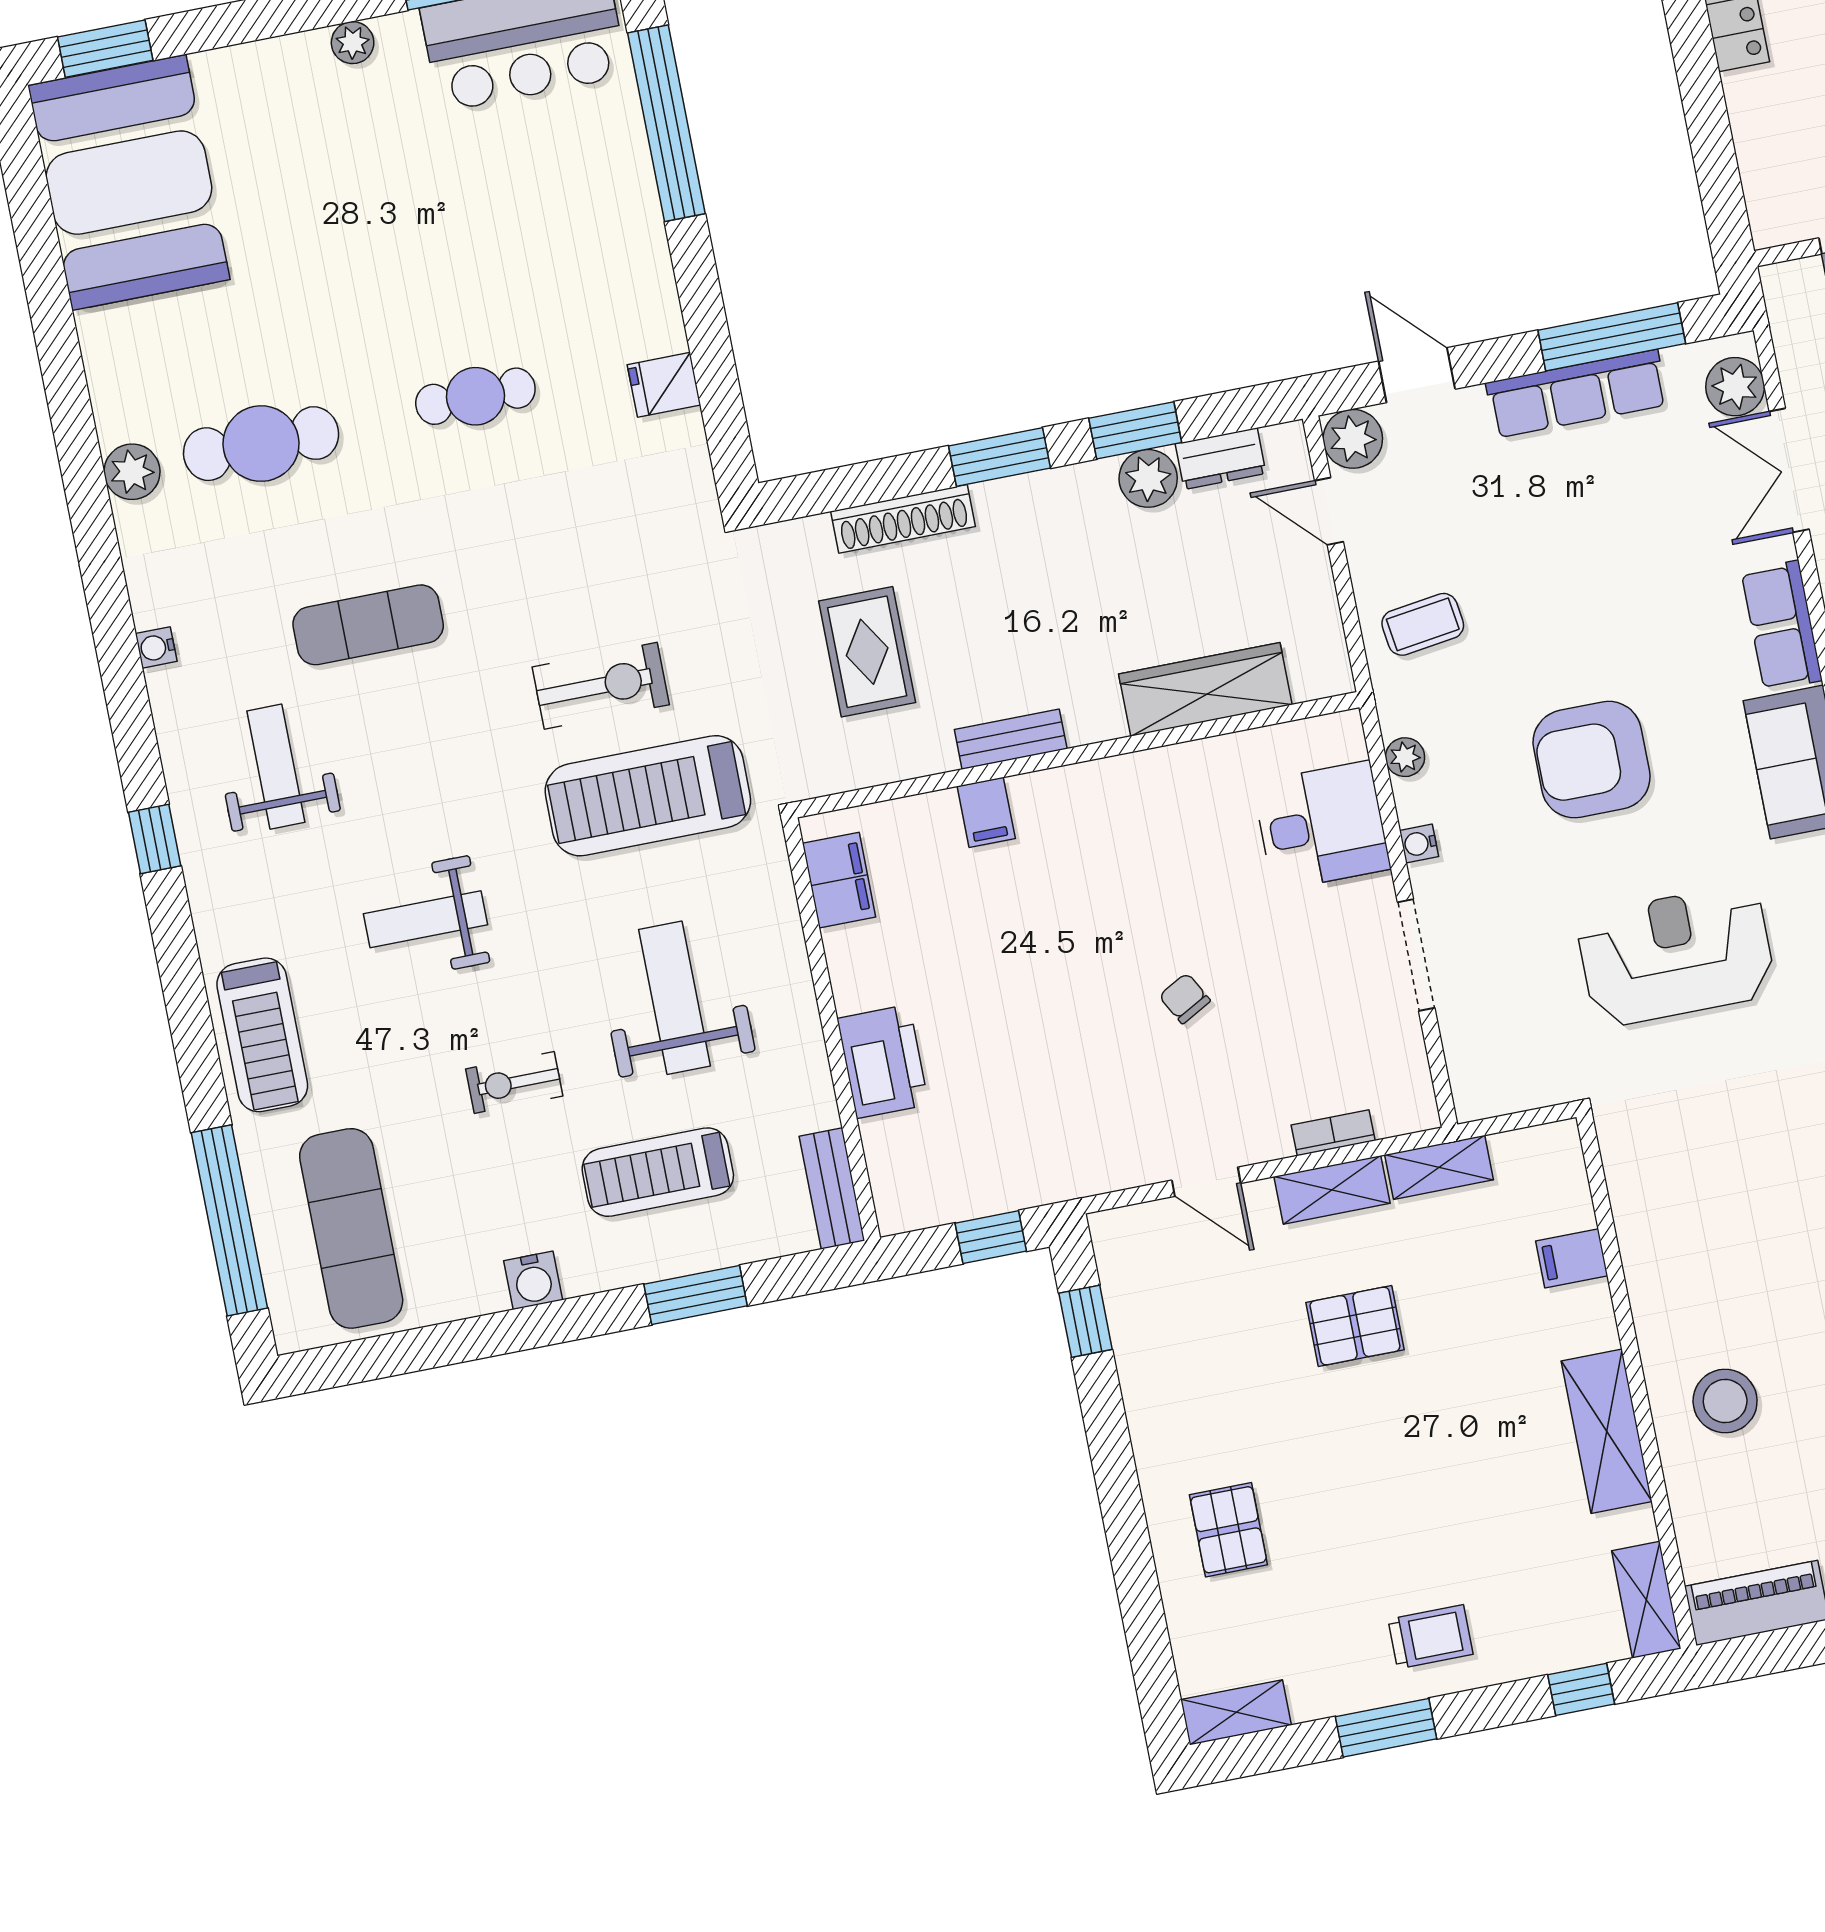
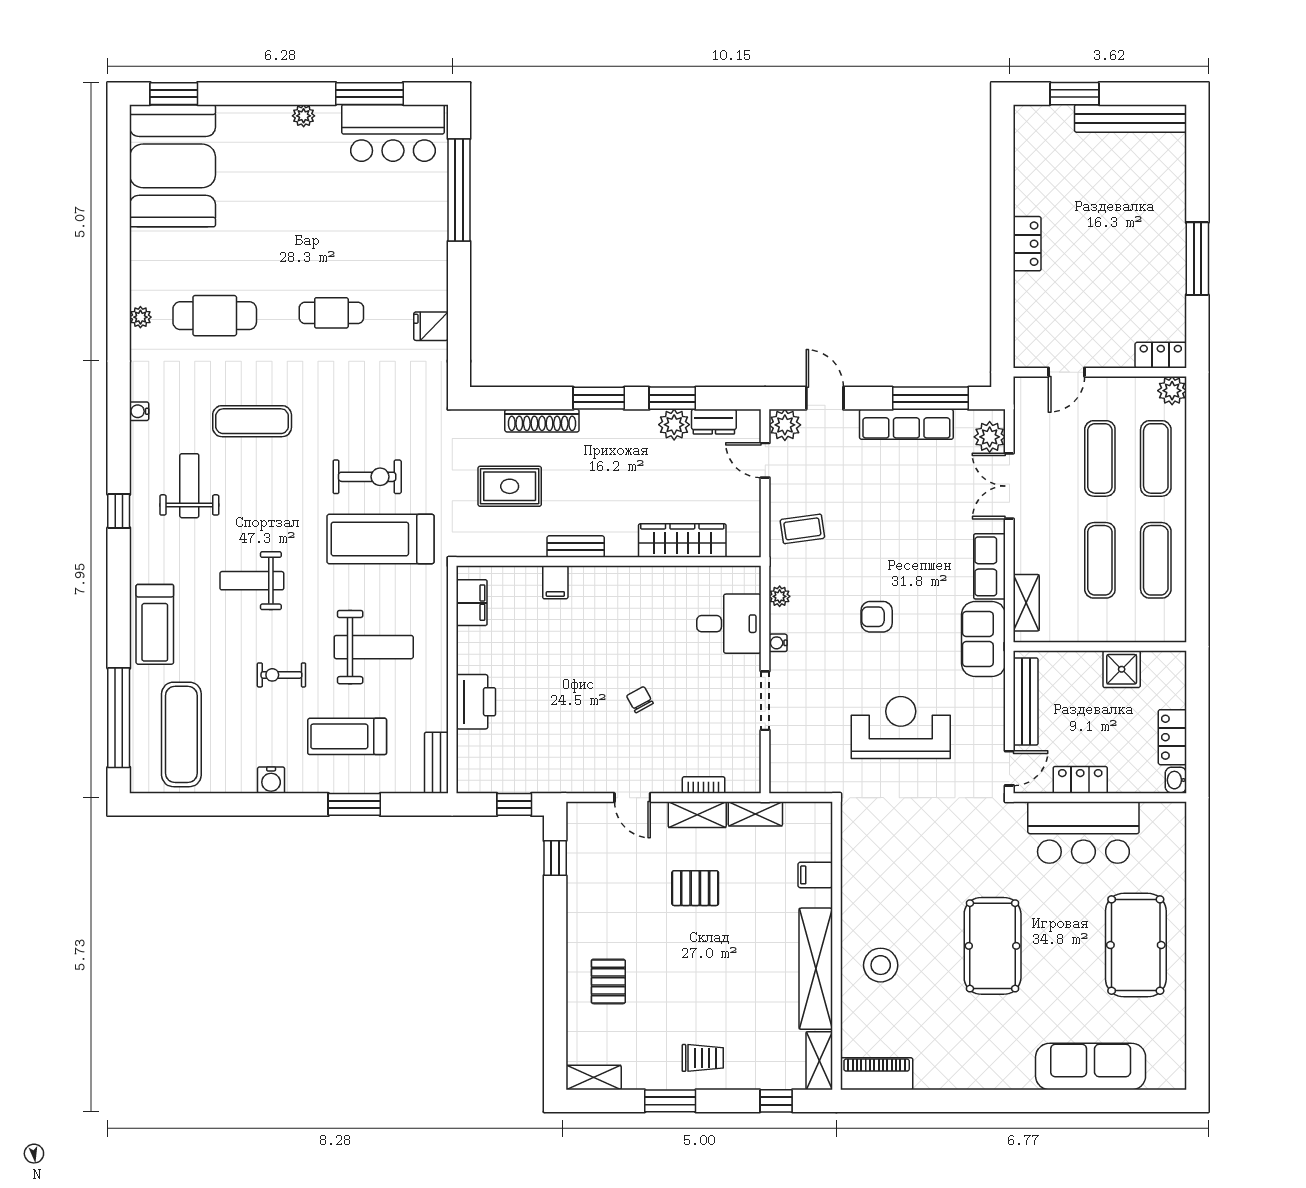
plant: (132, 472) -> (140, 317), width x0.73, depth x0.73
rug: (867, 652) -> (510, 486), turned 90
armchair: (1592, 760) -> (877, 617), width x0.53, depth x0.53
weight bench: (674, 998) -> (374, 647), turned 90
shelving: (1607, 1431) -> (816, 969), width x1.47

